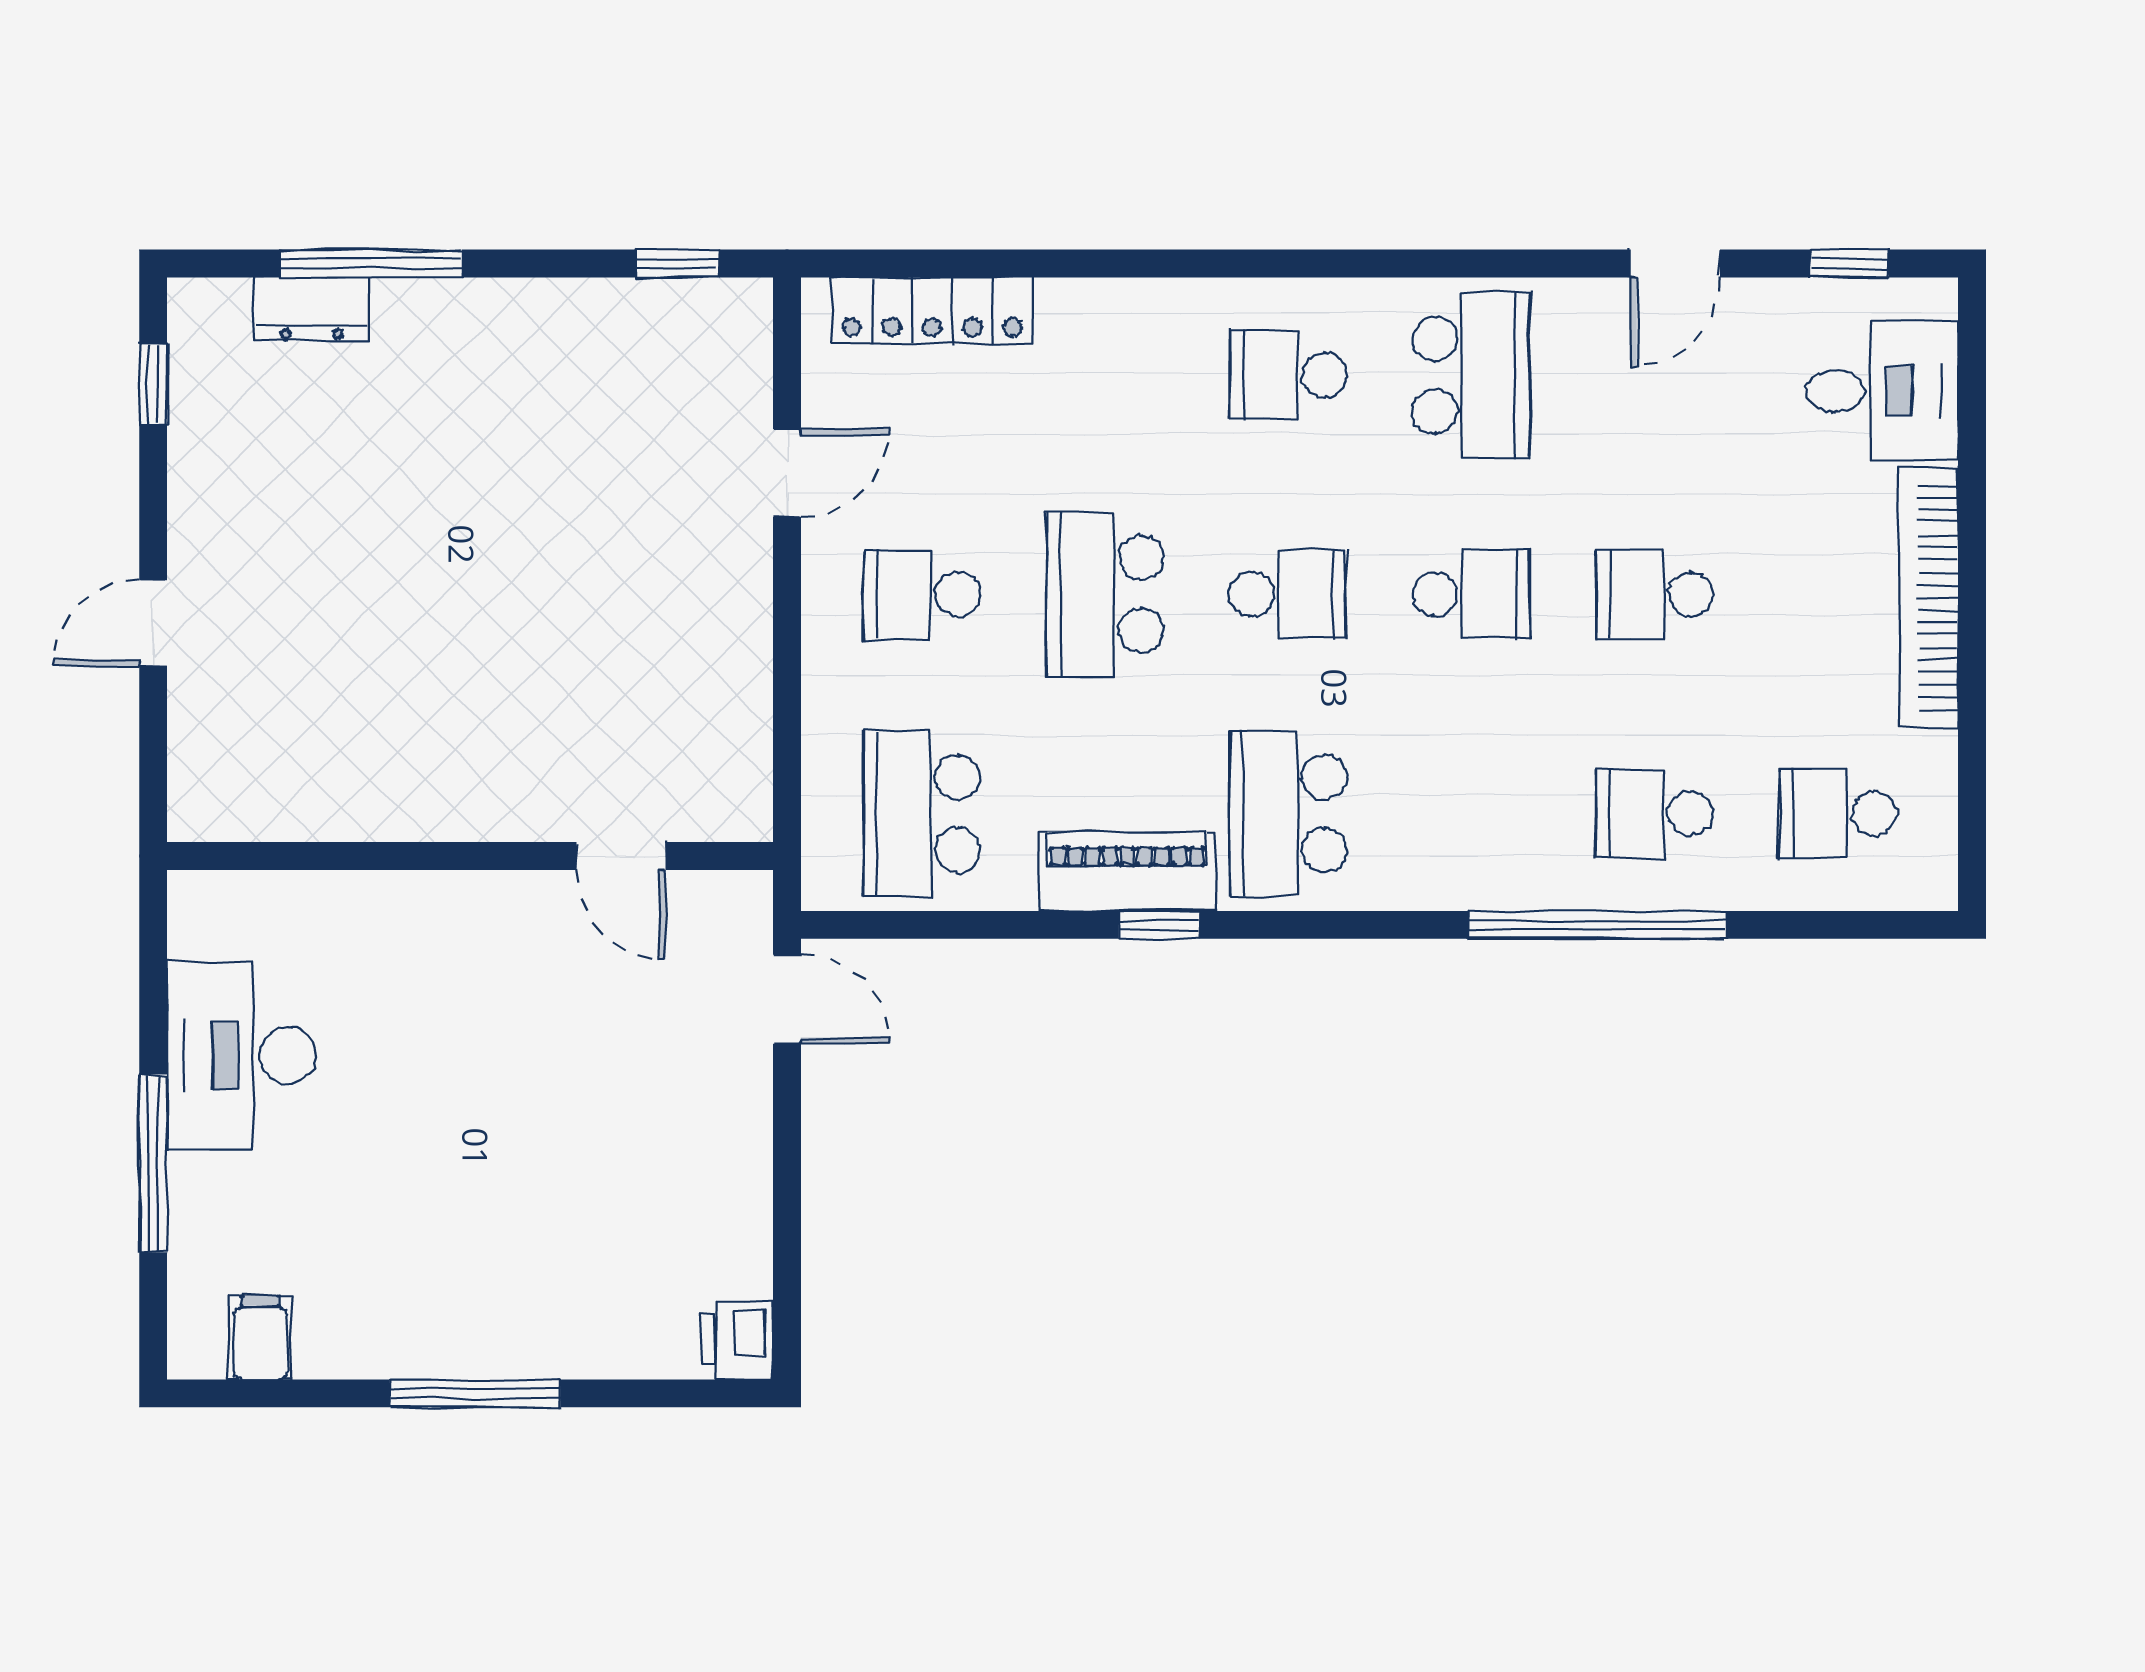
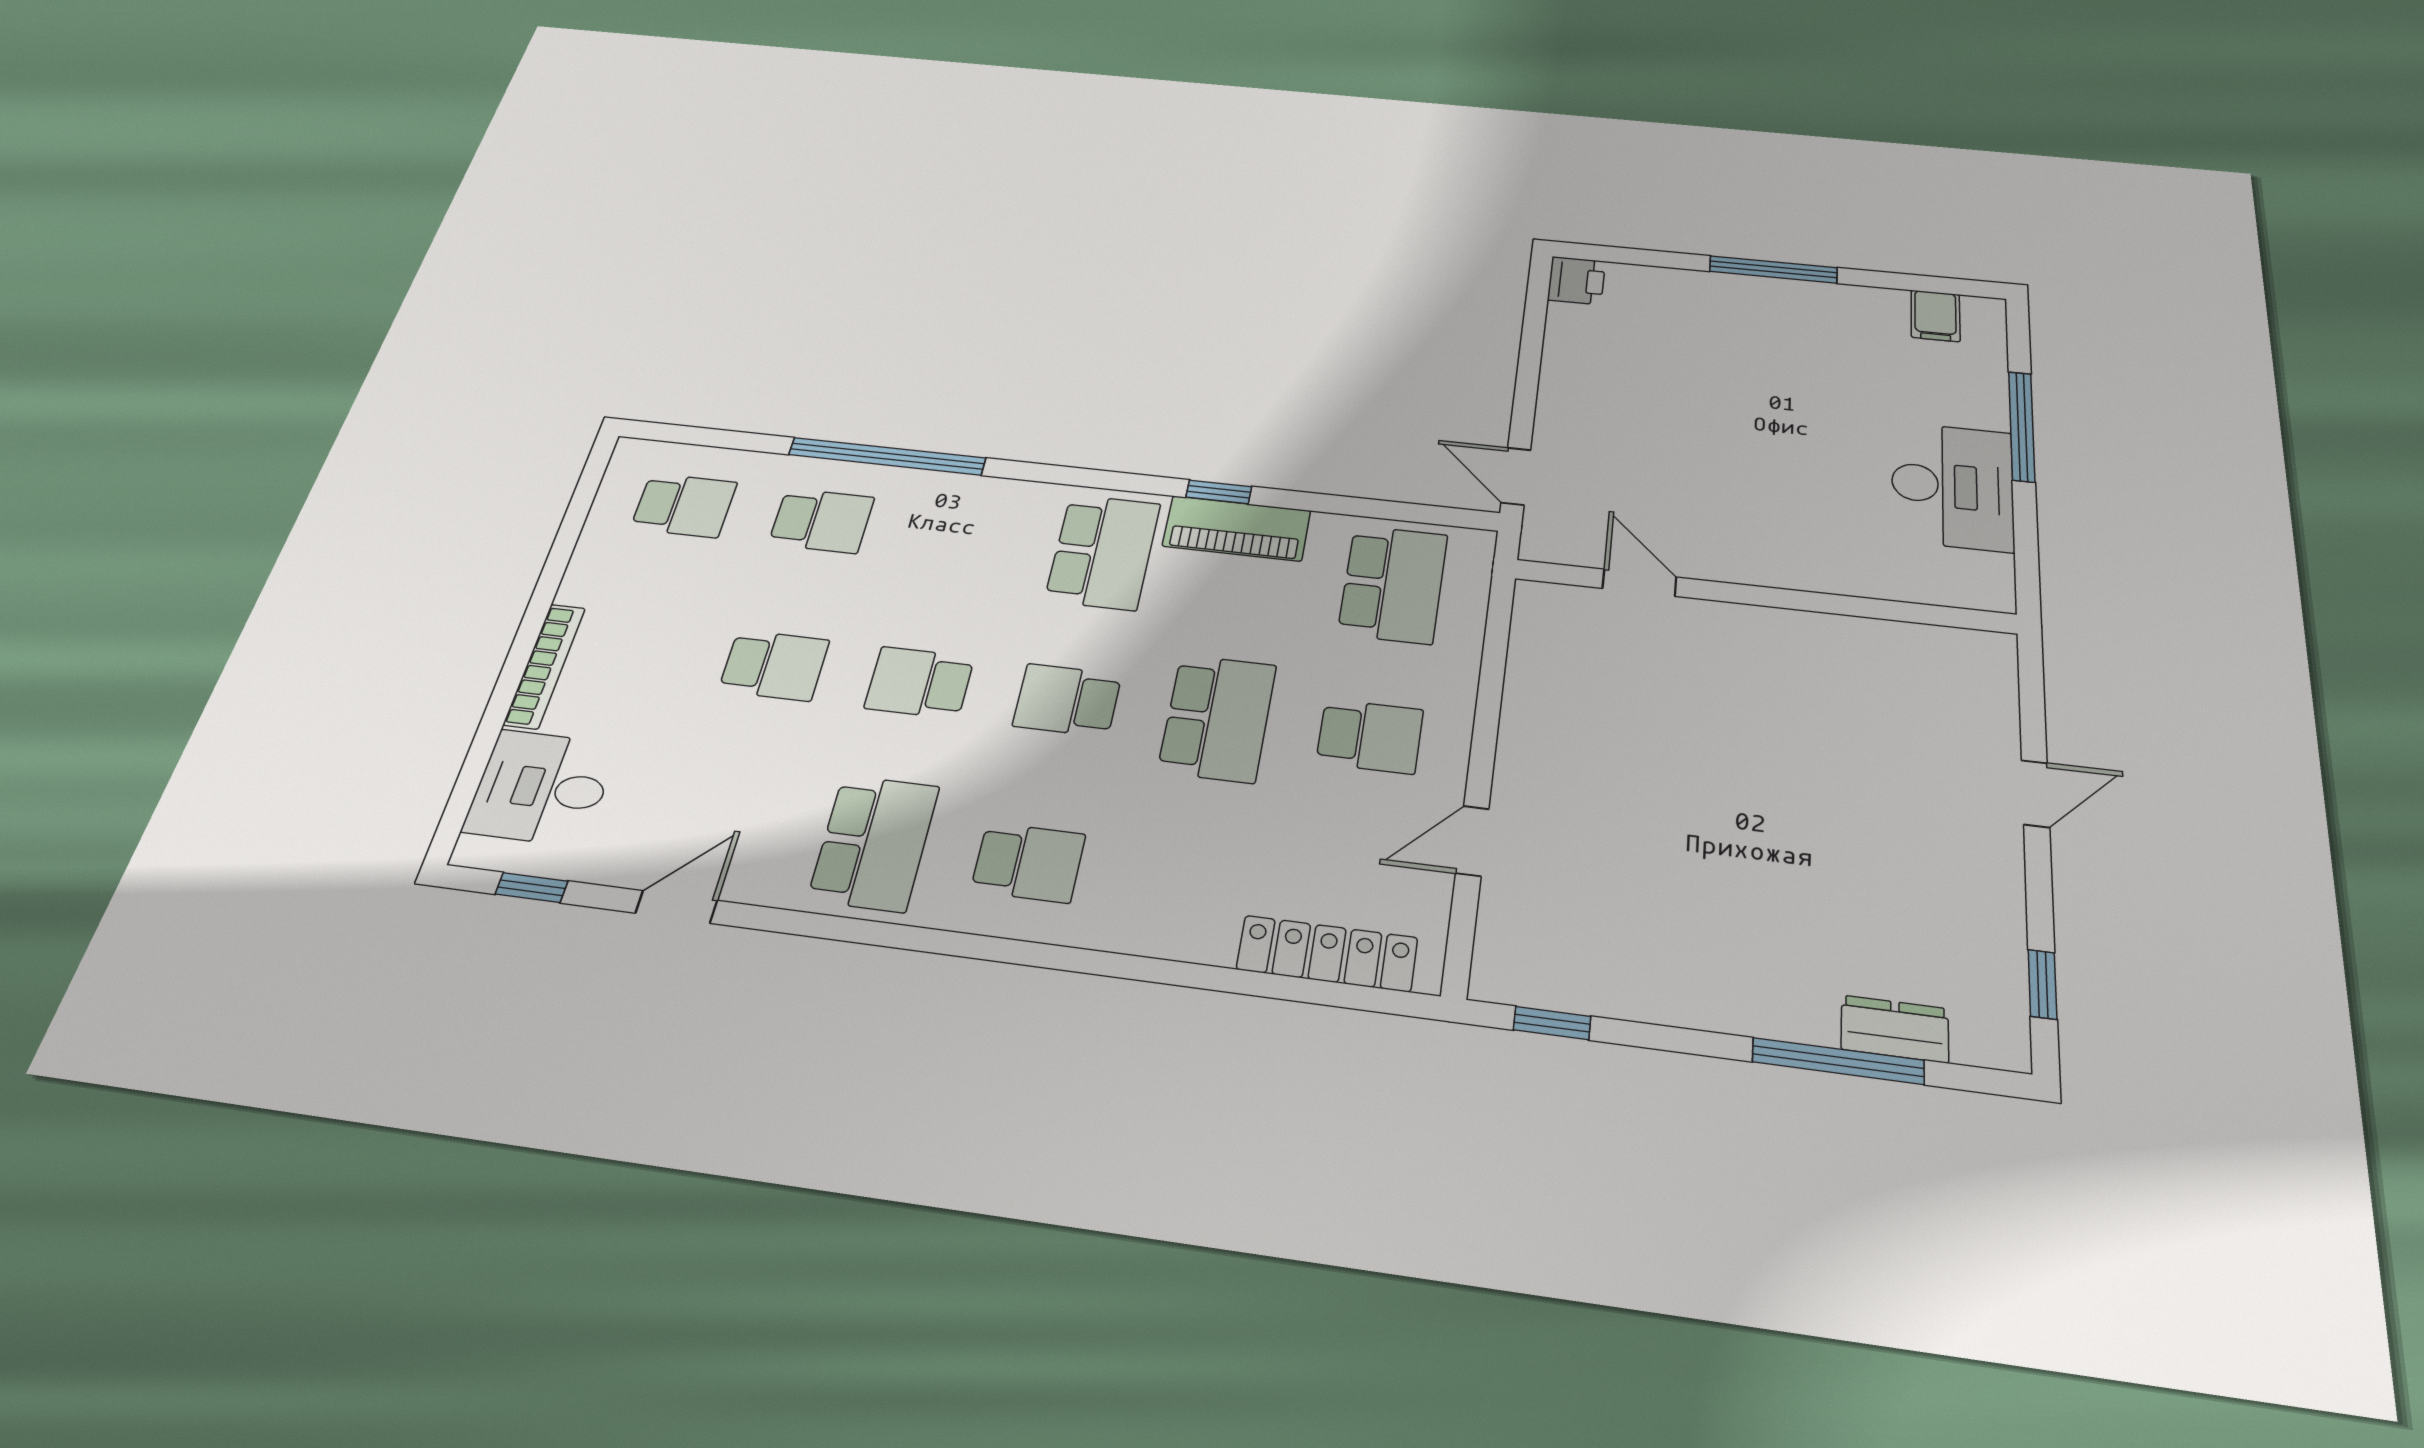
school desk: (1471, 375) -> (874, 843), turned 180
bookcase: (1929, 597) -> (545, 666), width x0.68, depth x0.76

